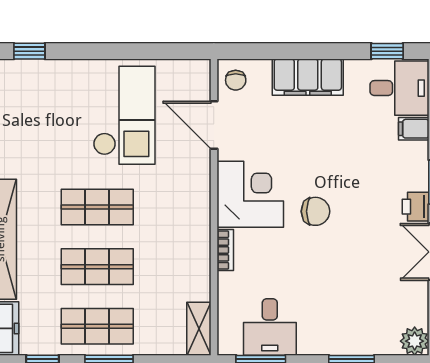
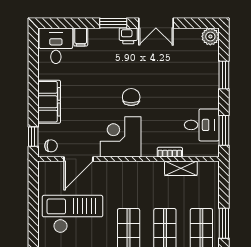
window: (387, 51) -> (33, 137), moved
bookcase: (225, 250) -> (170, 152), moved
shelving: (199, 329) -> (181, 168), moved

